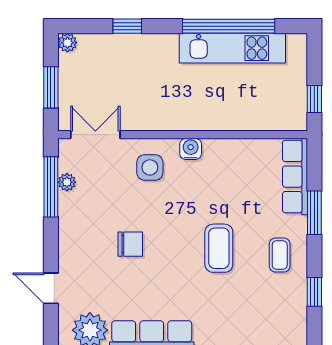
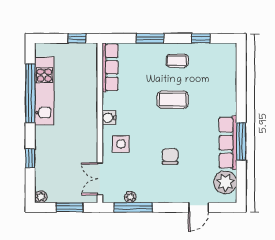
row of seats: (295, 177) -> (110, 67), moved, turned -90

